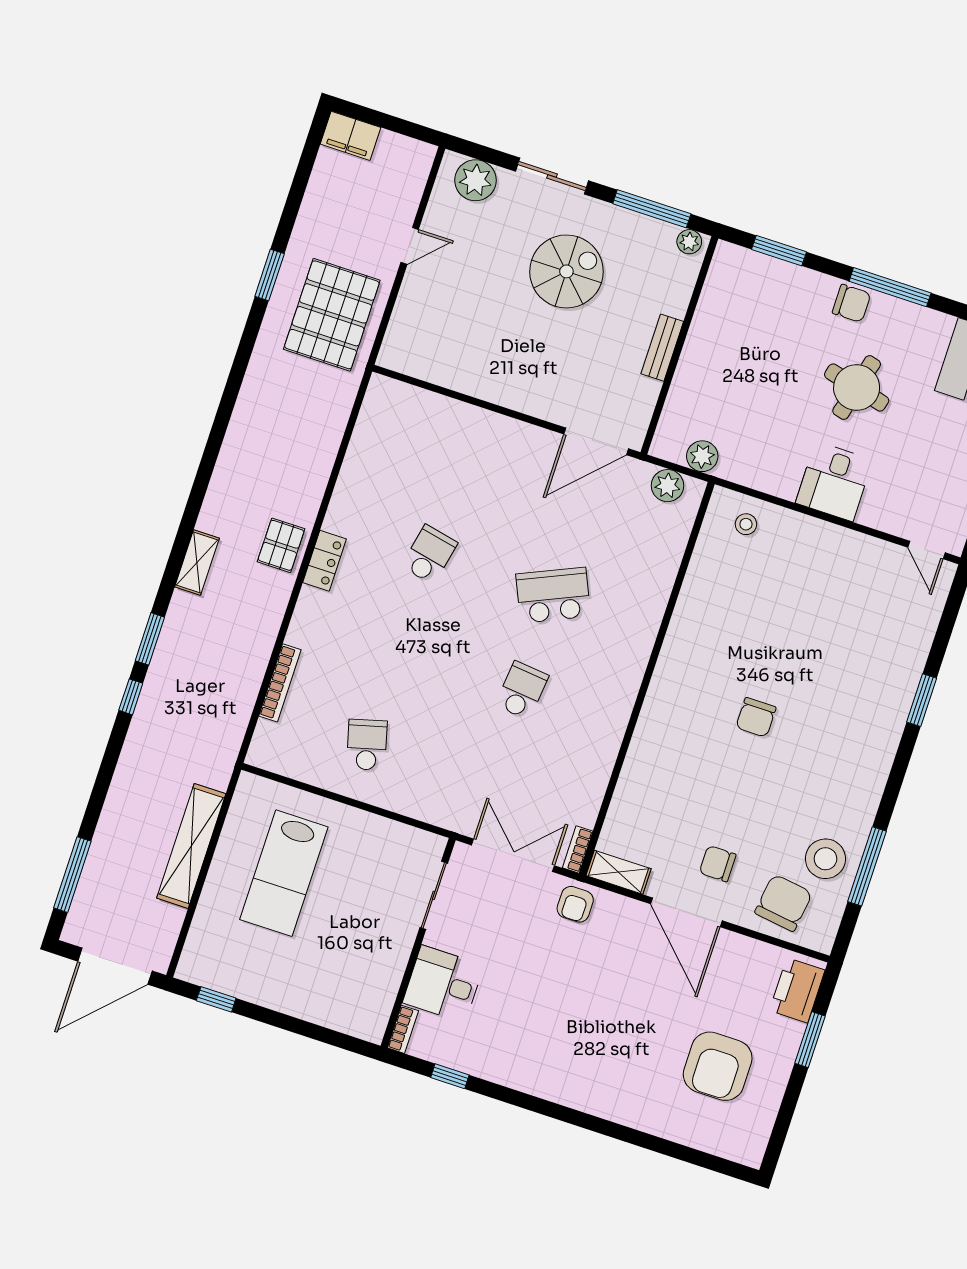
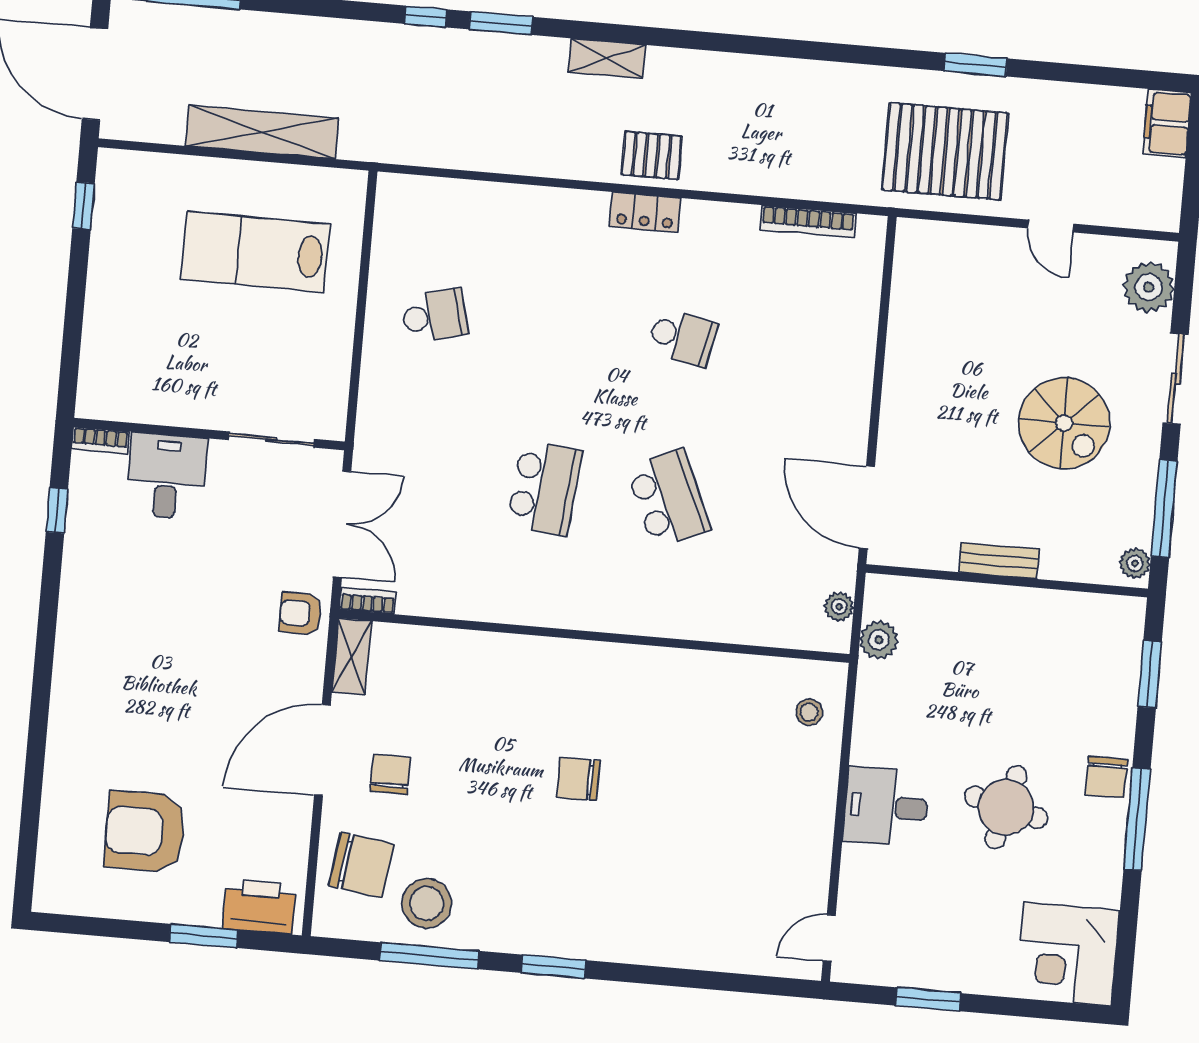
plant: (668, 486) -> (839, 607), width x0.73, depth x0.73
bookcase: (280, 683) -> (808, 221), moved
school desk: (522, 690) -> (544, 488), width x1.85
window: (922, 700) -> (553, 967), moved

